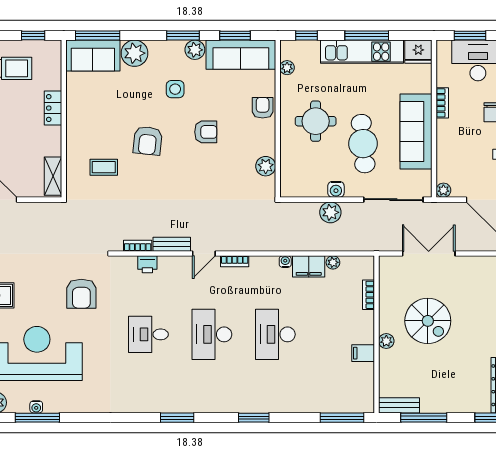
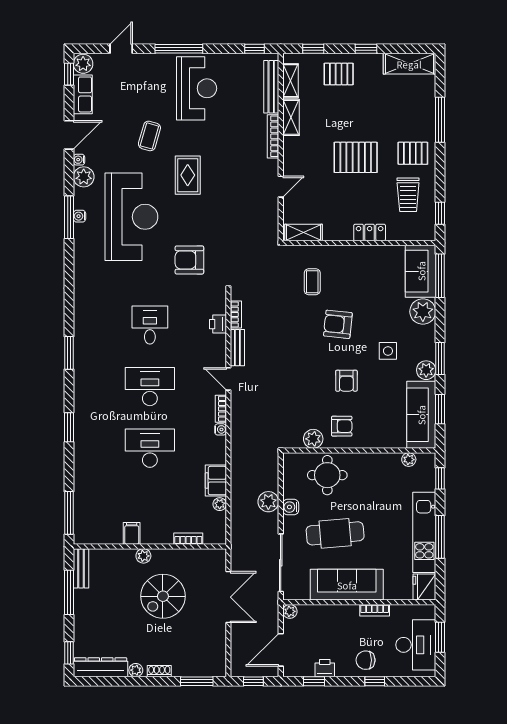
armchair: (263, 108) -> (342, 426), moved
round table: (316, 121) -> (327, 475), moved
water cooler: (285, 262) -> (221, 429), moved

